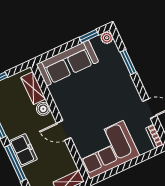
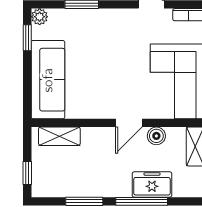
boiler: (43, 109) -> (156, 136), moved
freezer: (23, 150) -> (152, 184), moved

